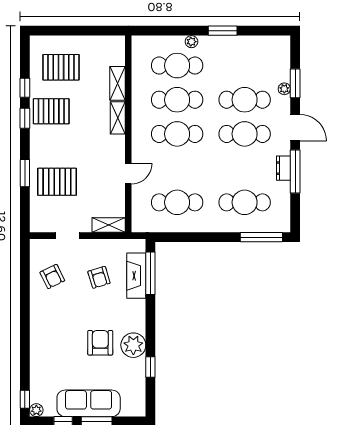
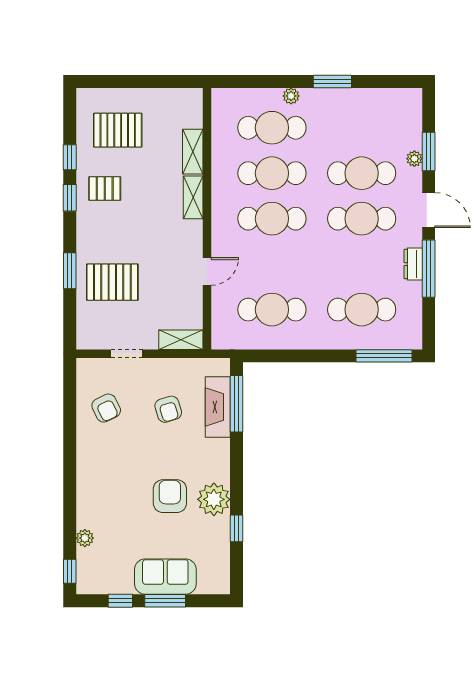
pallet: (51, 111) -> (105, 189), width x0.67, depth x0.71
sofa: (89, 403) -> (165, 577), width x0.73
plant: (36, 410) -> (85, 538), moved

